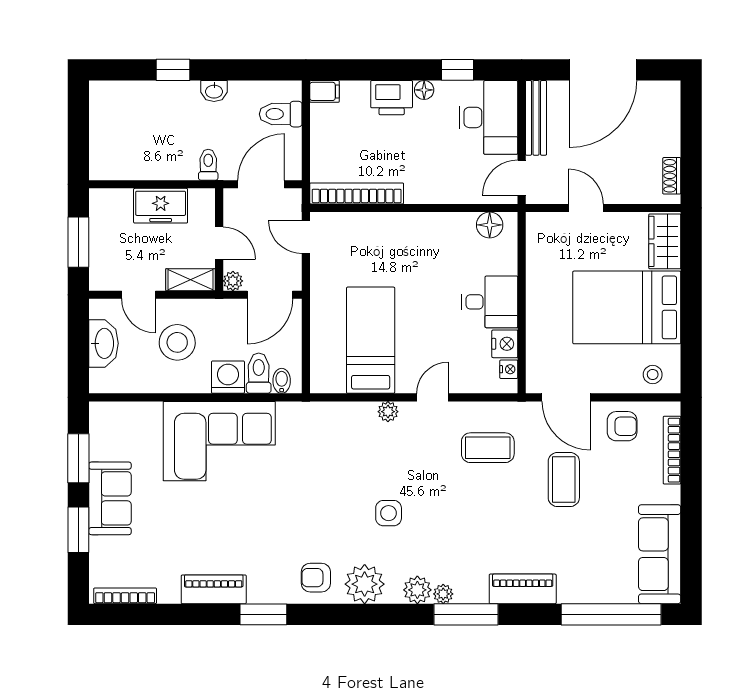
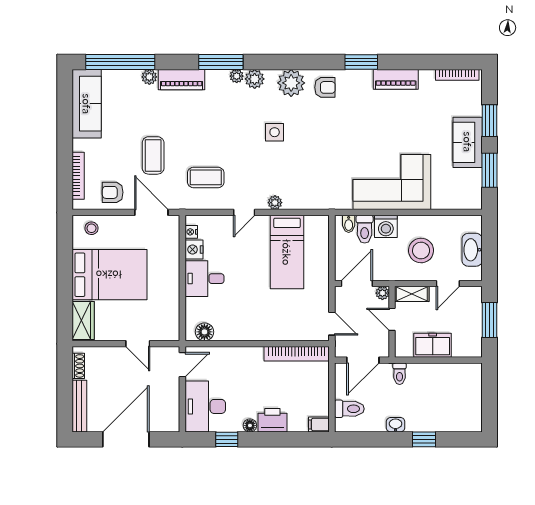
bench: (536, 118) -> (79, 406), moved
door: (139, 295) -> (448, 284), swing flipped
plant: (569, 593) -> (149, 77), added

